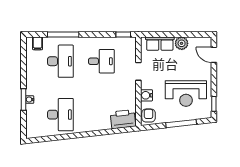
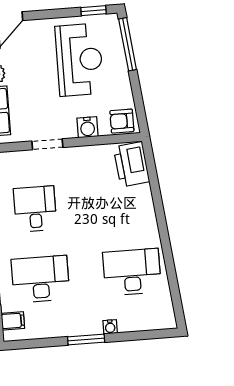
window: (23, 99) -> (86, 339), moved
window: (181, 124) -> (128, 44), moved

